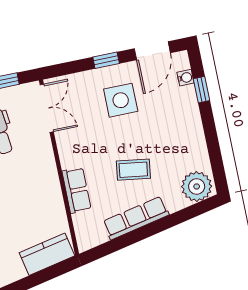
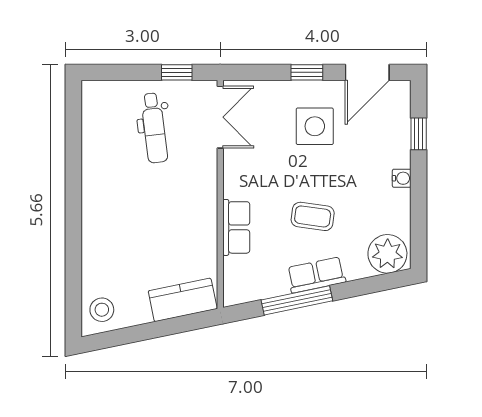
water cooler: (185, 78) -> (402, 178), moved
row of seats: (136, 218) -> (316, 275), width x0.68
window: (135, 236) -> (297, 300), added

